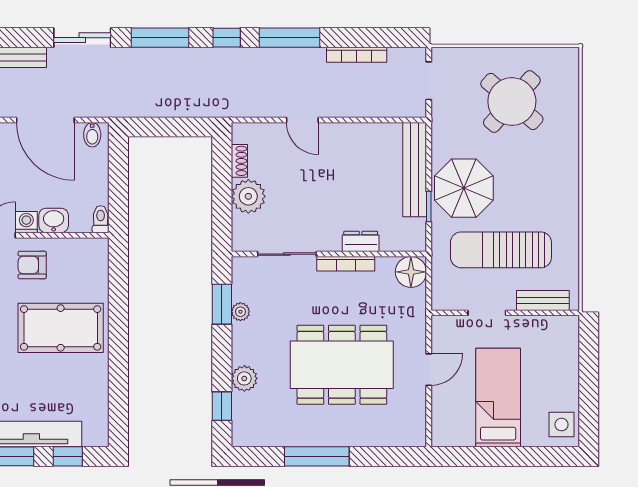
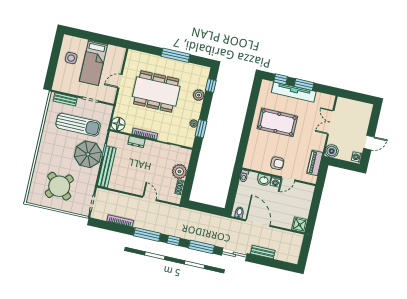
pool table: (61, 328) -> (277, 122), moved
side table: (562, 425) -> (71, 58), moved

